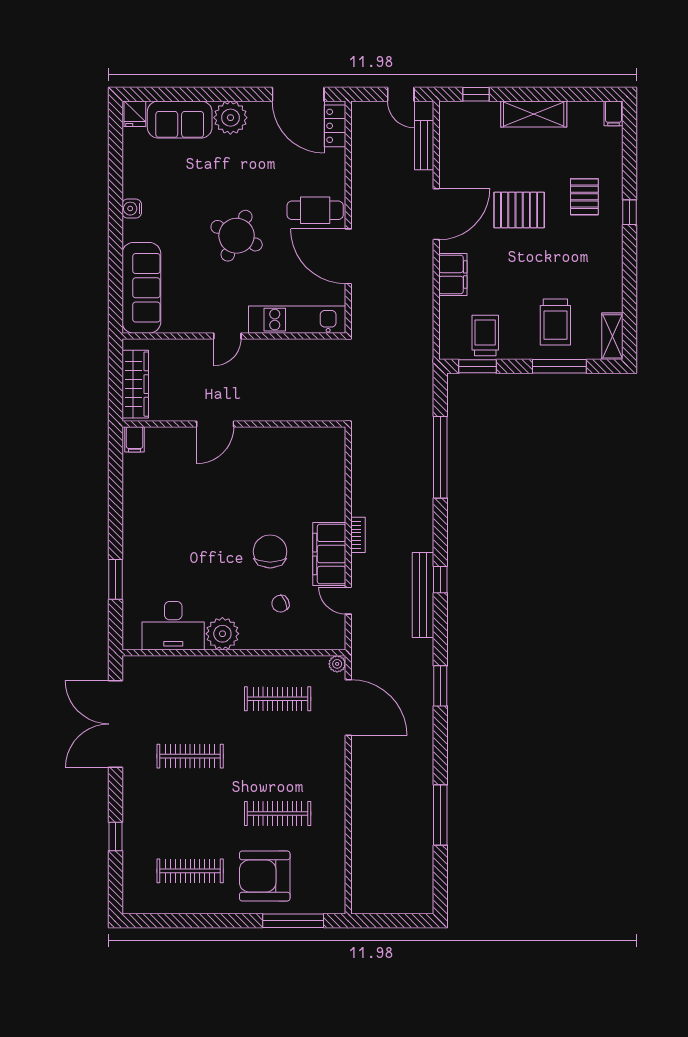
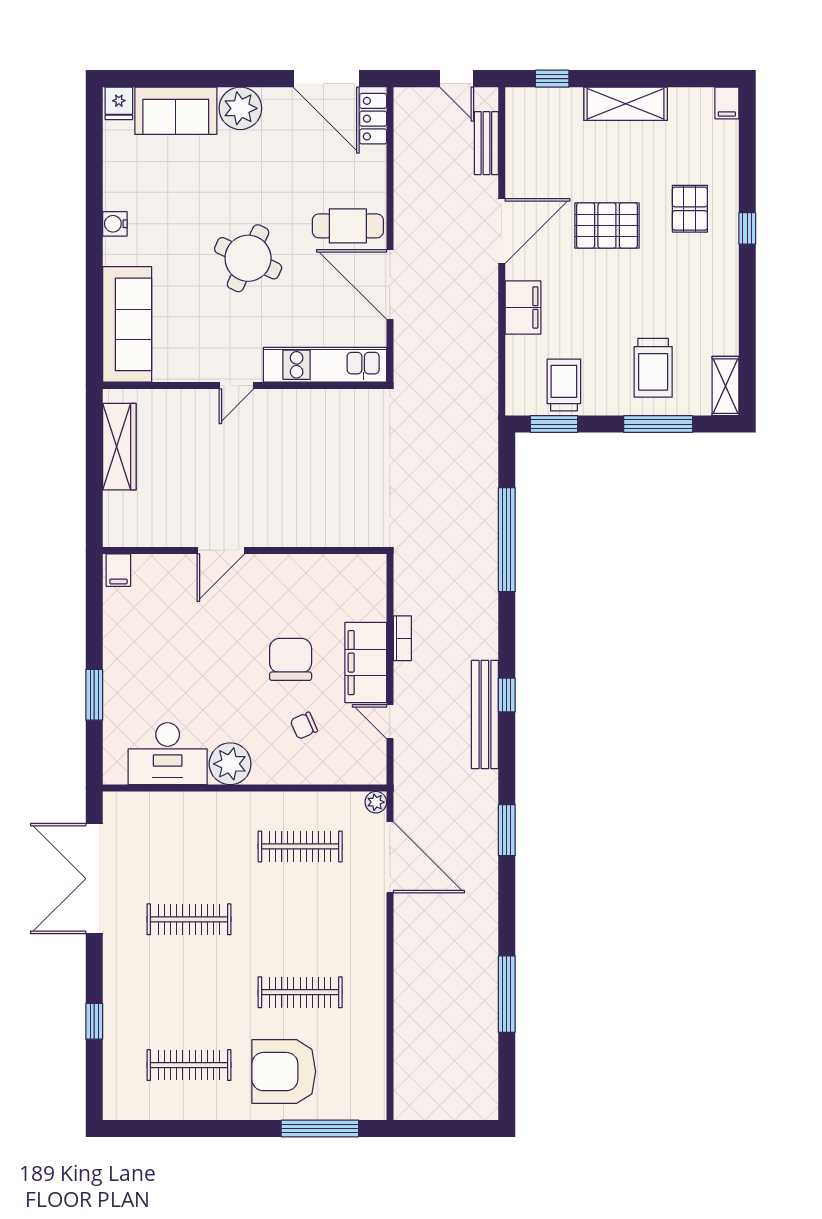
door: (215, 424) -> (221, 550), moved
wall: (234, 424) -> (245, 550), moved
filing cabinet: (135, 439) -> (118, 570), moved

